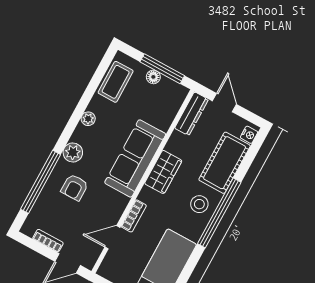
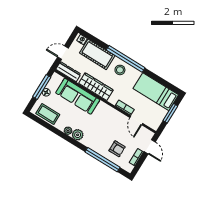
plant: (73, 152) -> (78, 135), moved
sofa: (135, 158) -> (78, 96), moved
wardrobe: (163, 172) -> (96, 87), width x1.50
armchair: (75, 187) -> (117, 149), moved

